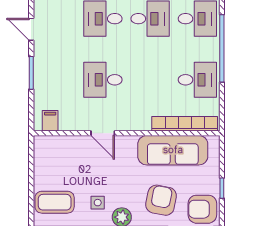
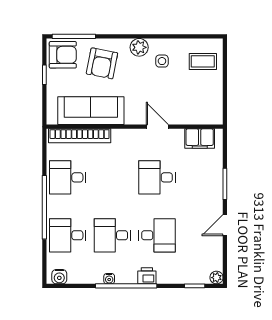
door: (31, 29) -> (225, 225), swing flipped
desk: (103, 80) -> (157, 177), turned 180
filing cabinet: (50, 121) -> (200, 138), width x2.00
coffee table: (55, 202) -> (203, 61), width x0.73, depth x0.77

